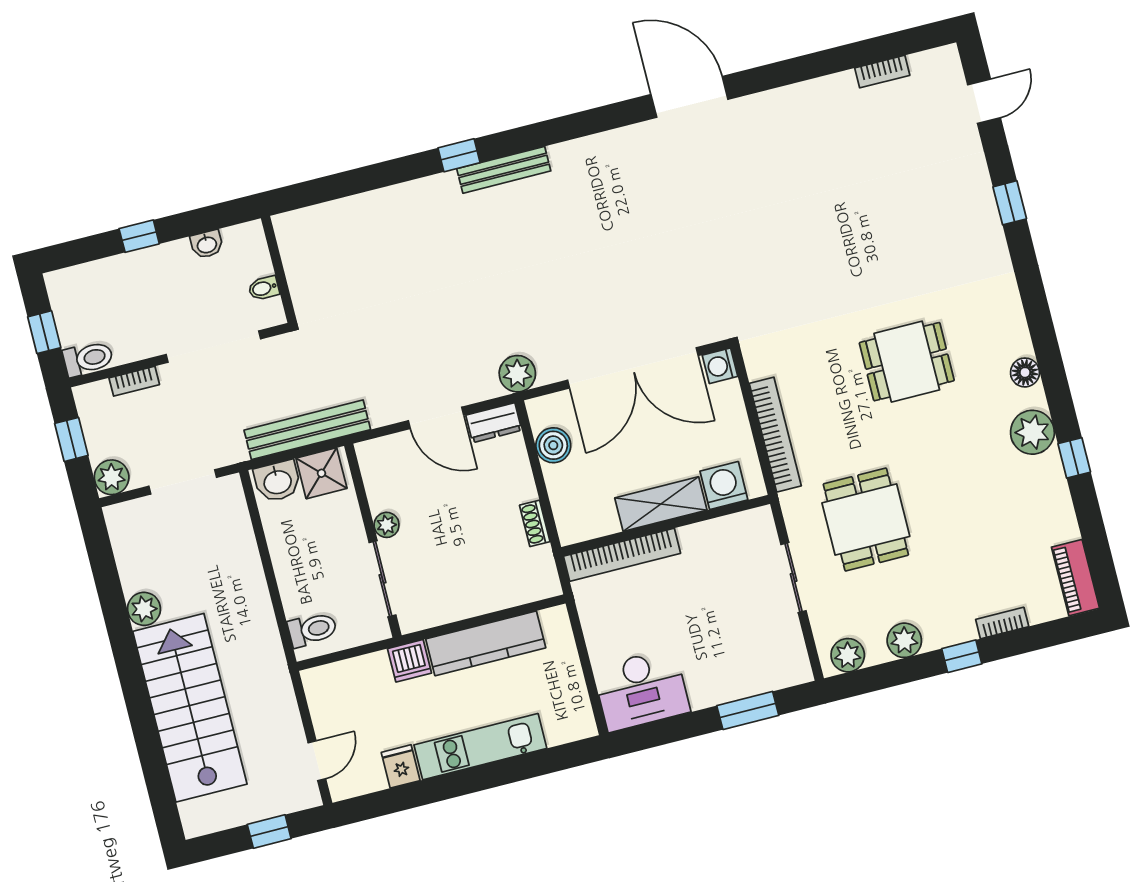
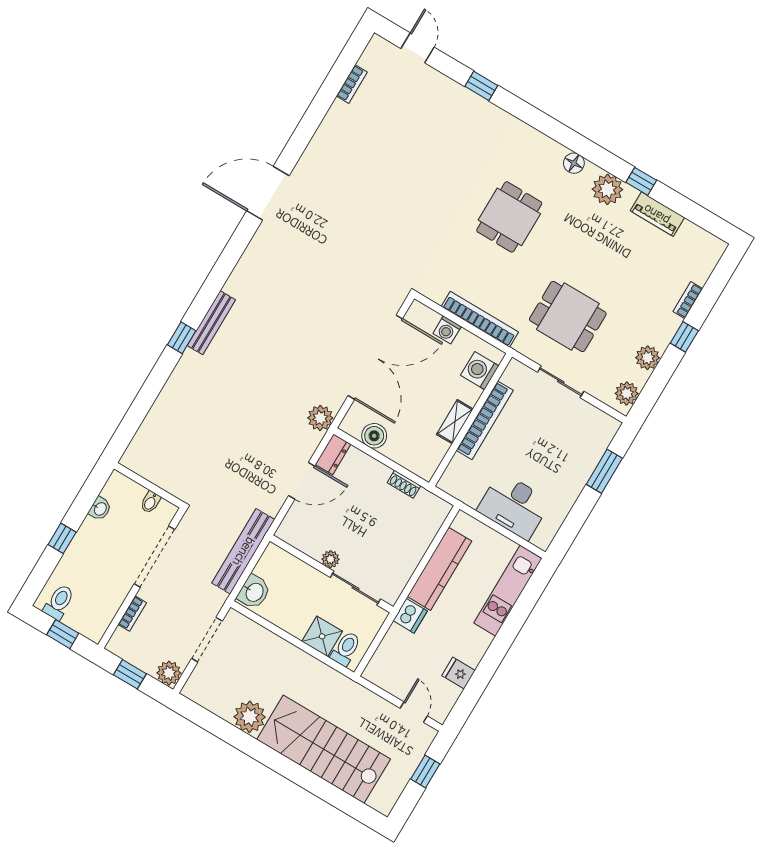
toilet: (88, 359) -> (59, 602), moved
washing machine: (720, 366) -> (447, 330), moved
shower: (321, 473) -> (322, 636), moved
shelving: (661, 504) -> (455, 422), width x0.67, depth x0.75
bookcase: (622, 555) -> (485, 420), moved
piano: (1075, 578) -> (657, 214), moved
plant: (144, 609) -> (250, 717), width x1.36, depth x1.36
desk: (641, 690) -> (514, 506), moved, turned 90
kitchen unit: (480, 747) -> (508, 591), moved

